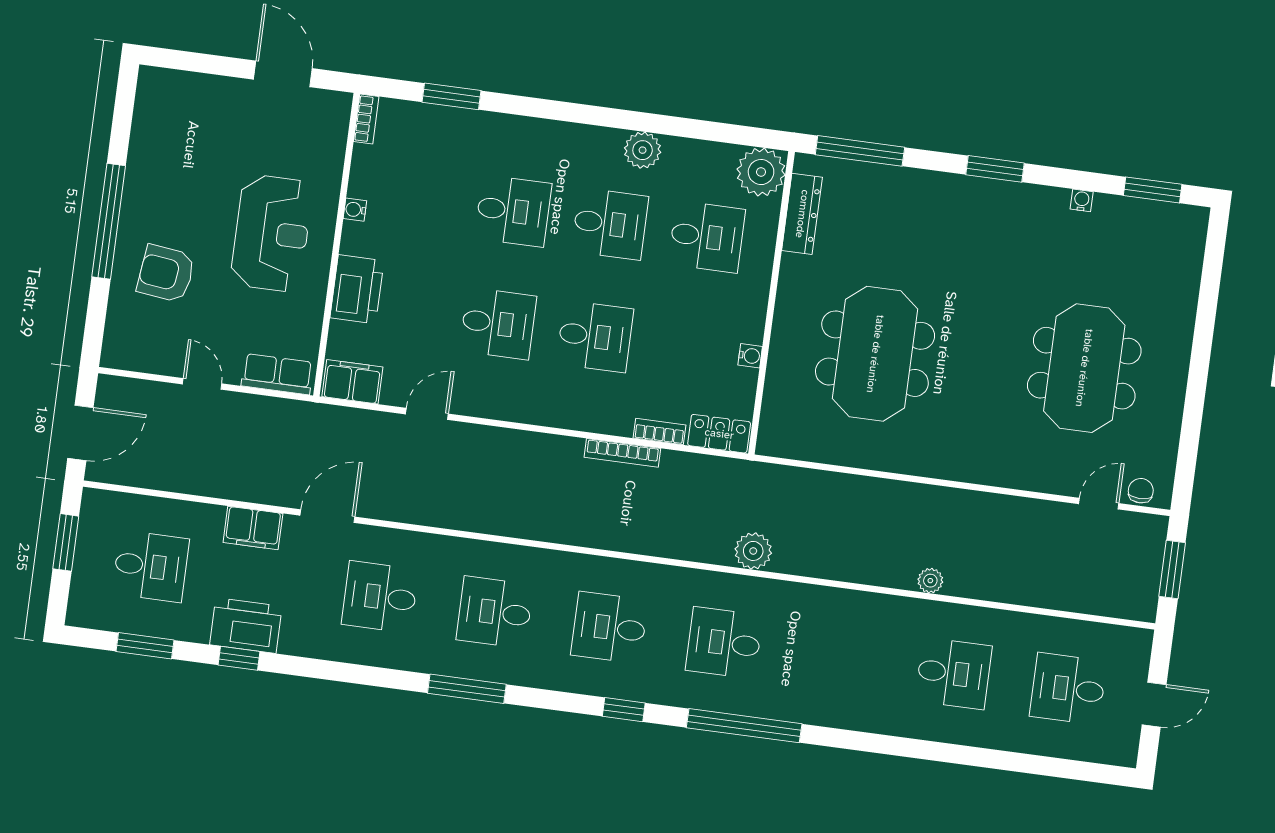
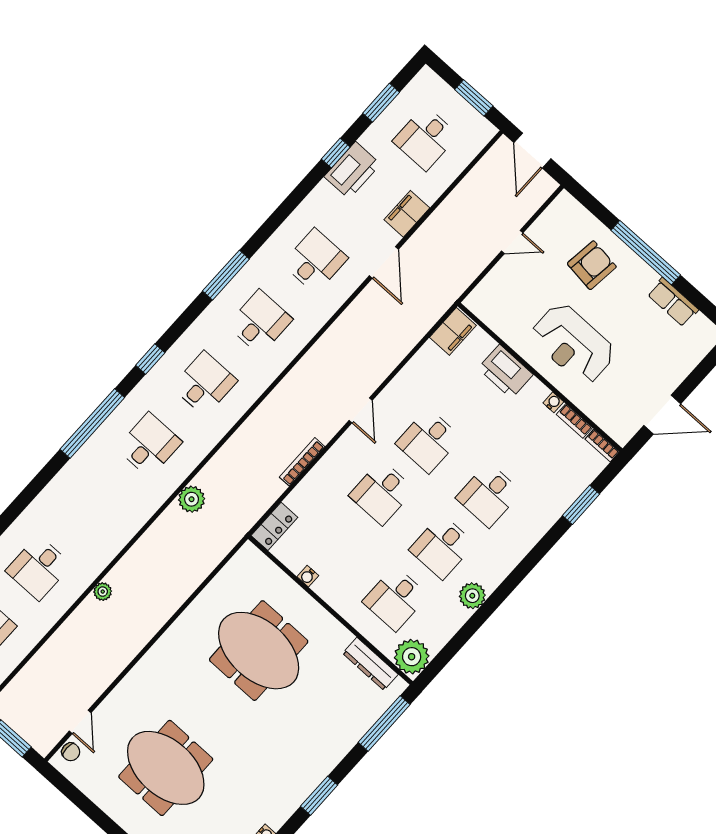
row of seats: (277, 374) -> (673, 302), moved, turned 90
door: (427, 414) -> (361, 410), moved
bookcase: (660, 432) -> (574, 421), moved, turned 90

